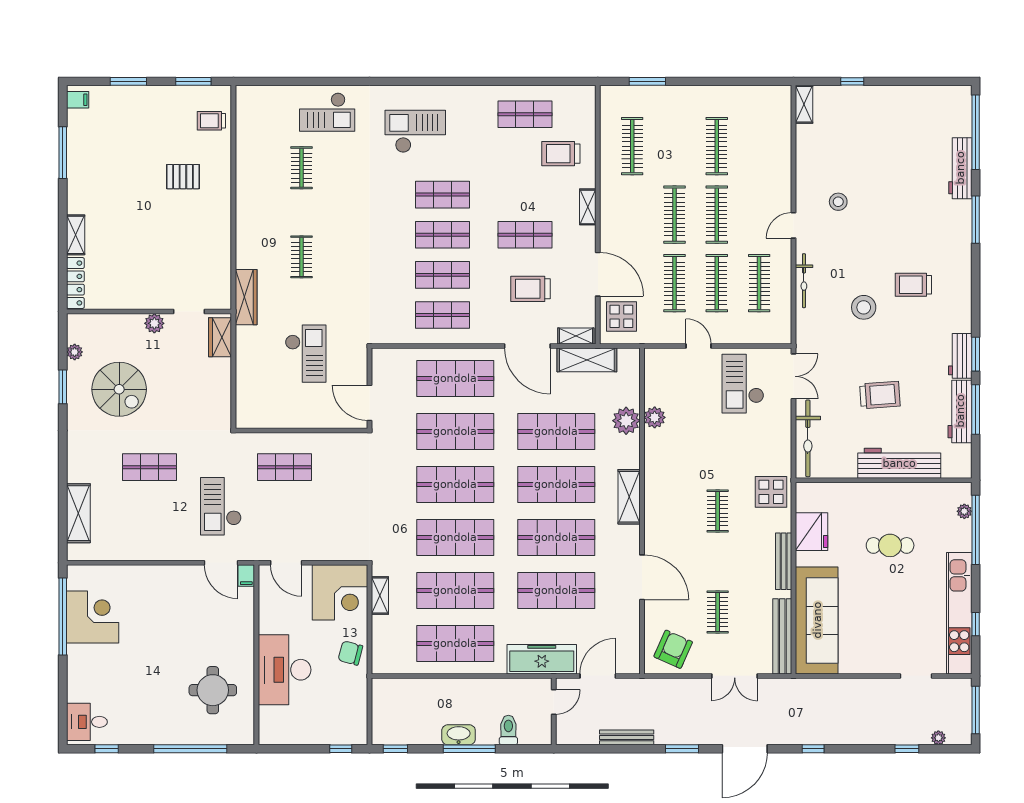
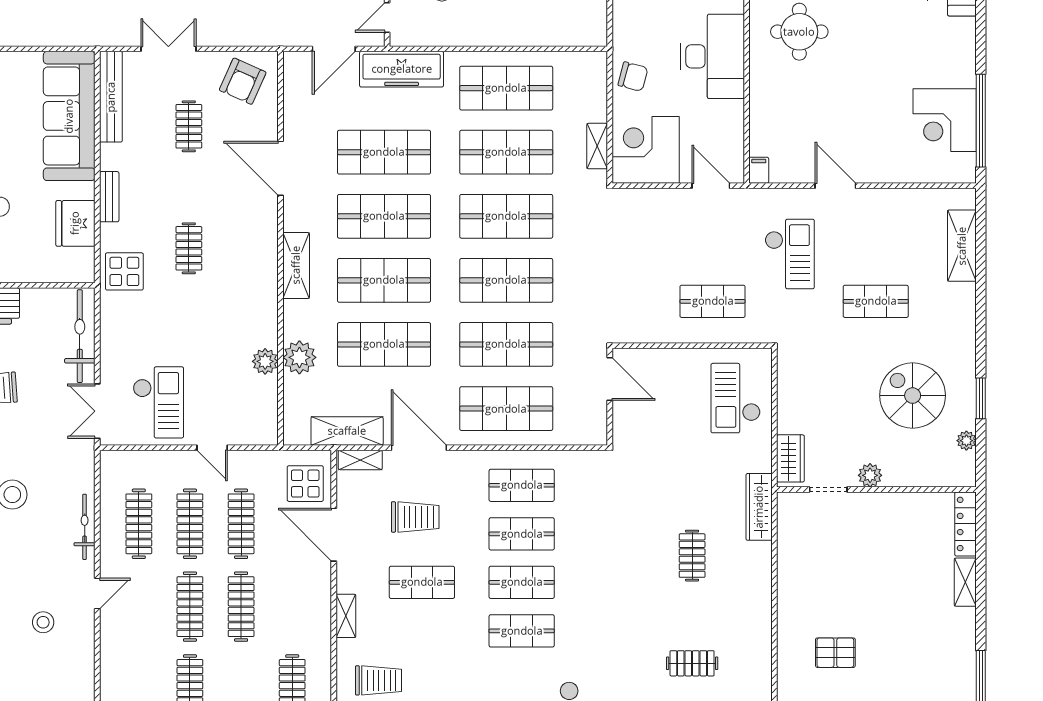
clothes rail: (301, 168) -> (692, 663), turned 90
checkout: (306, 354) -> (736, 398), moved
bench: (784, 561) -> (109, 197), width x0.73
door: (221, 563) -> (835, 186), moved

